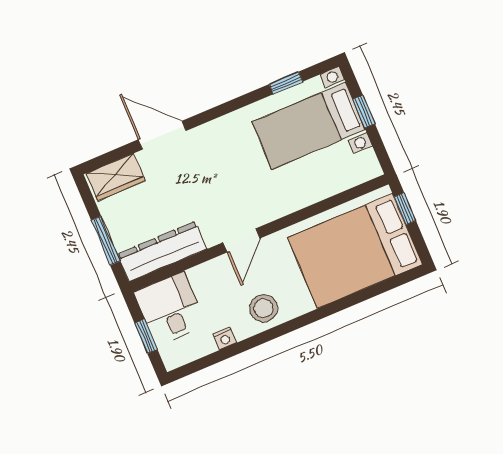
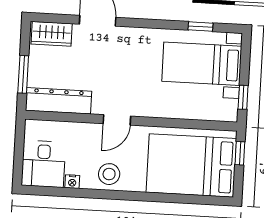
window: (364, 112) -> (243, 97), moved
desk: (170, 309) -> (43, 164), moved, turned 180
window: (146, 336) -> (19, 154), removed

